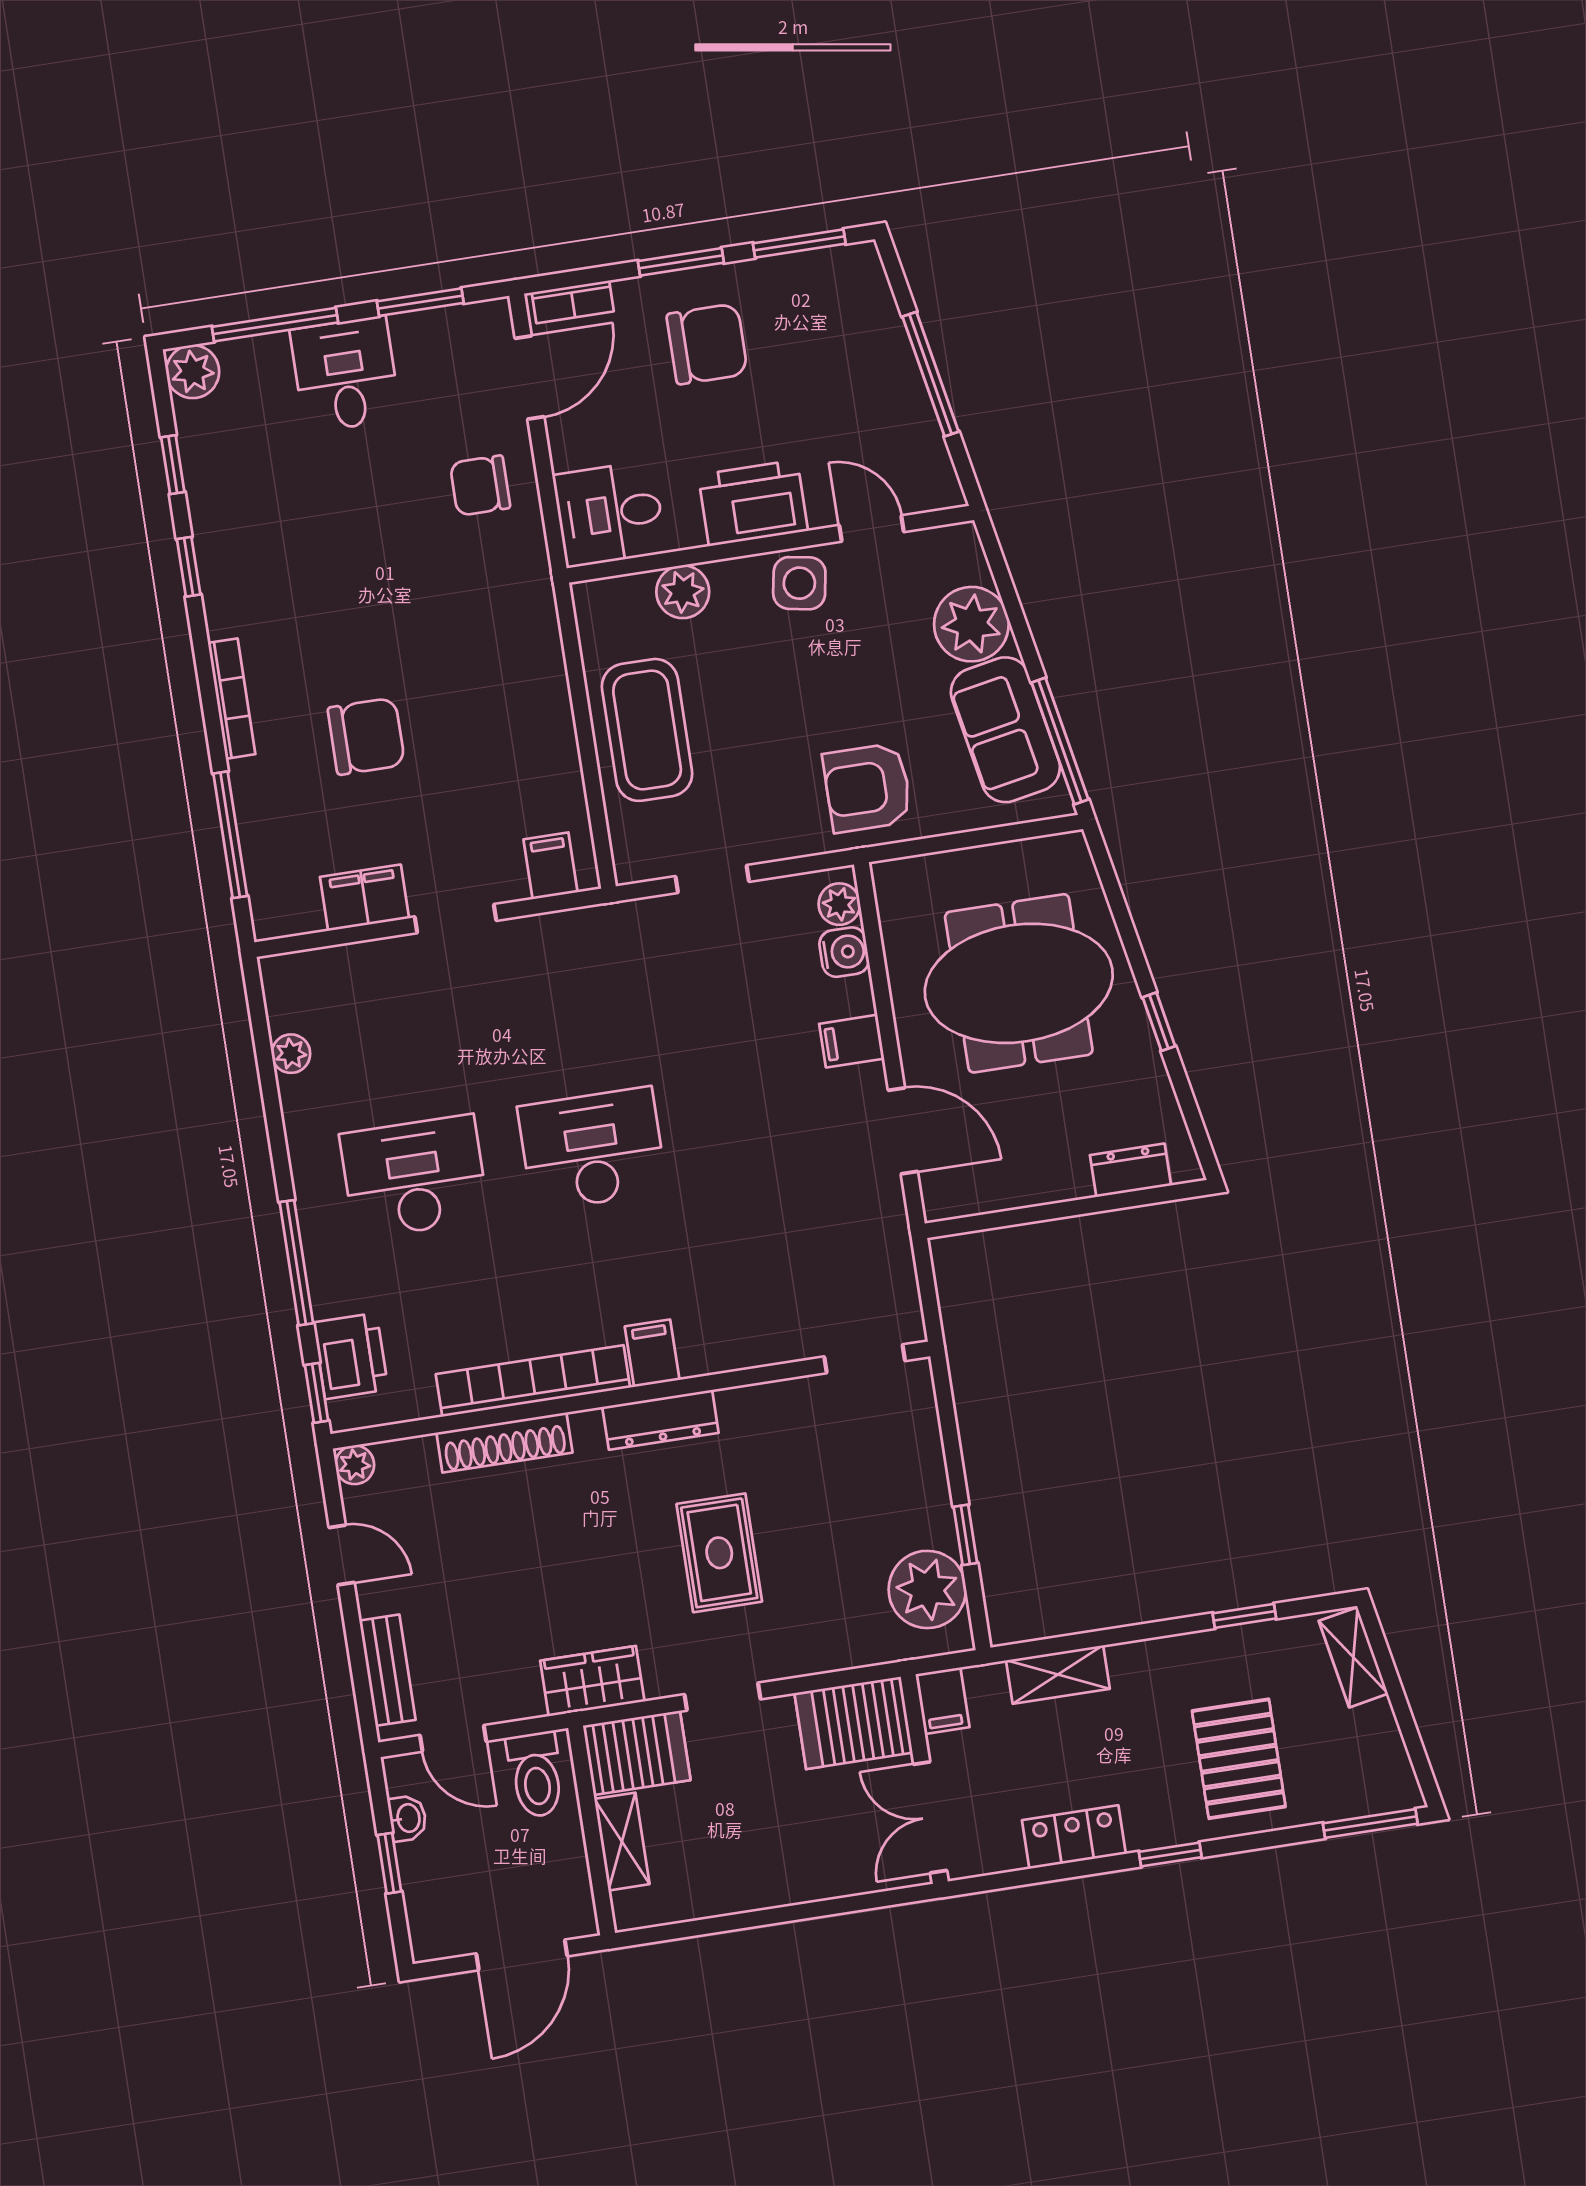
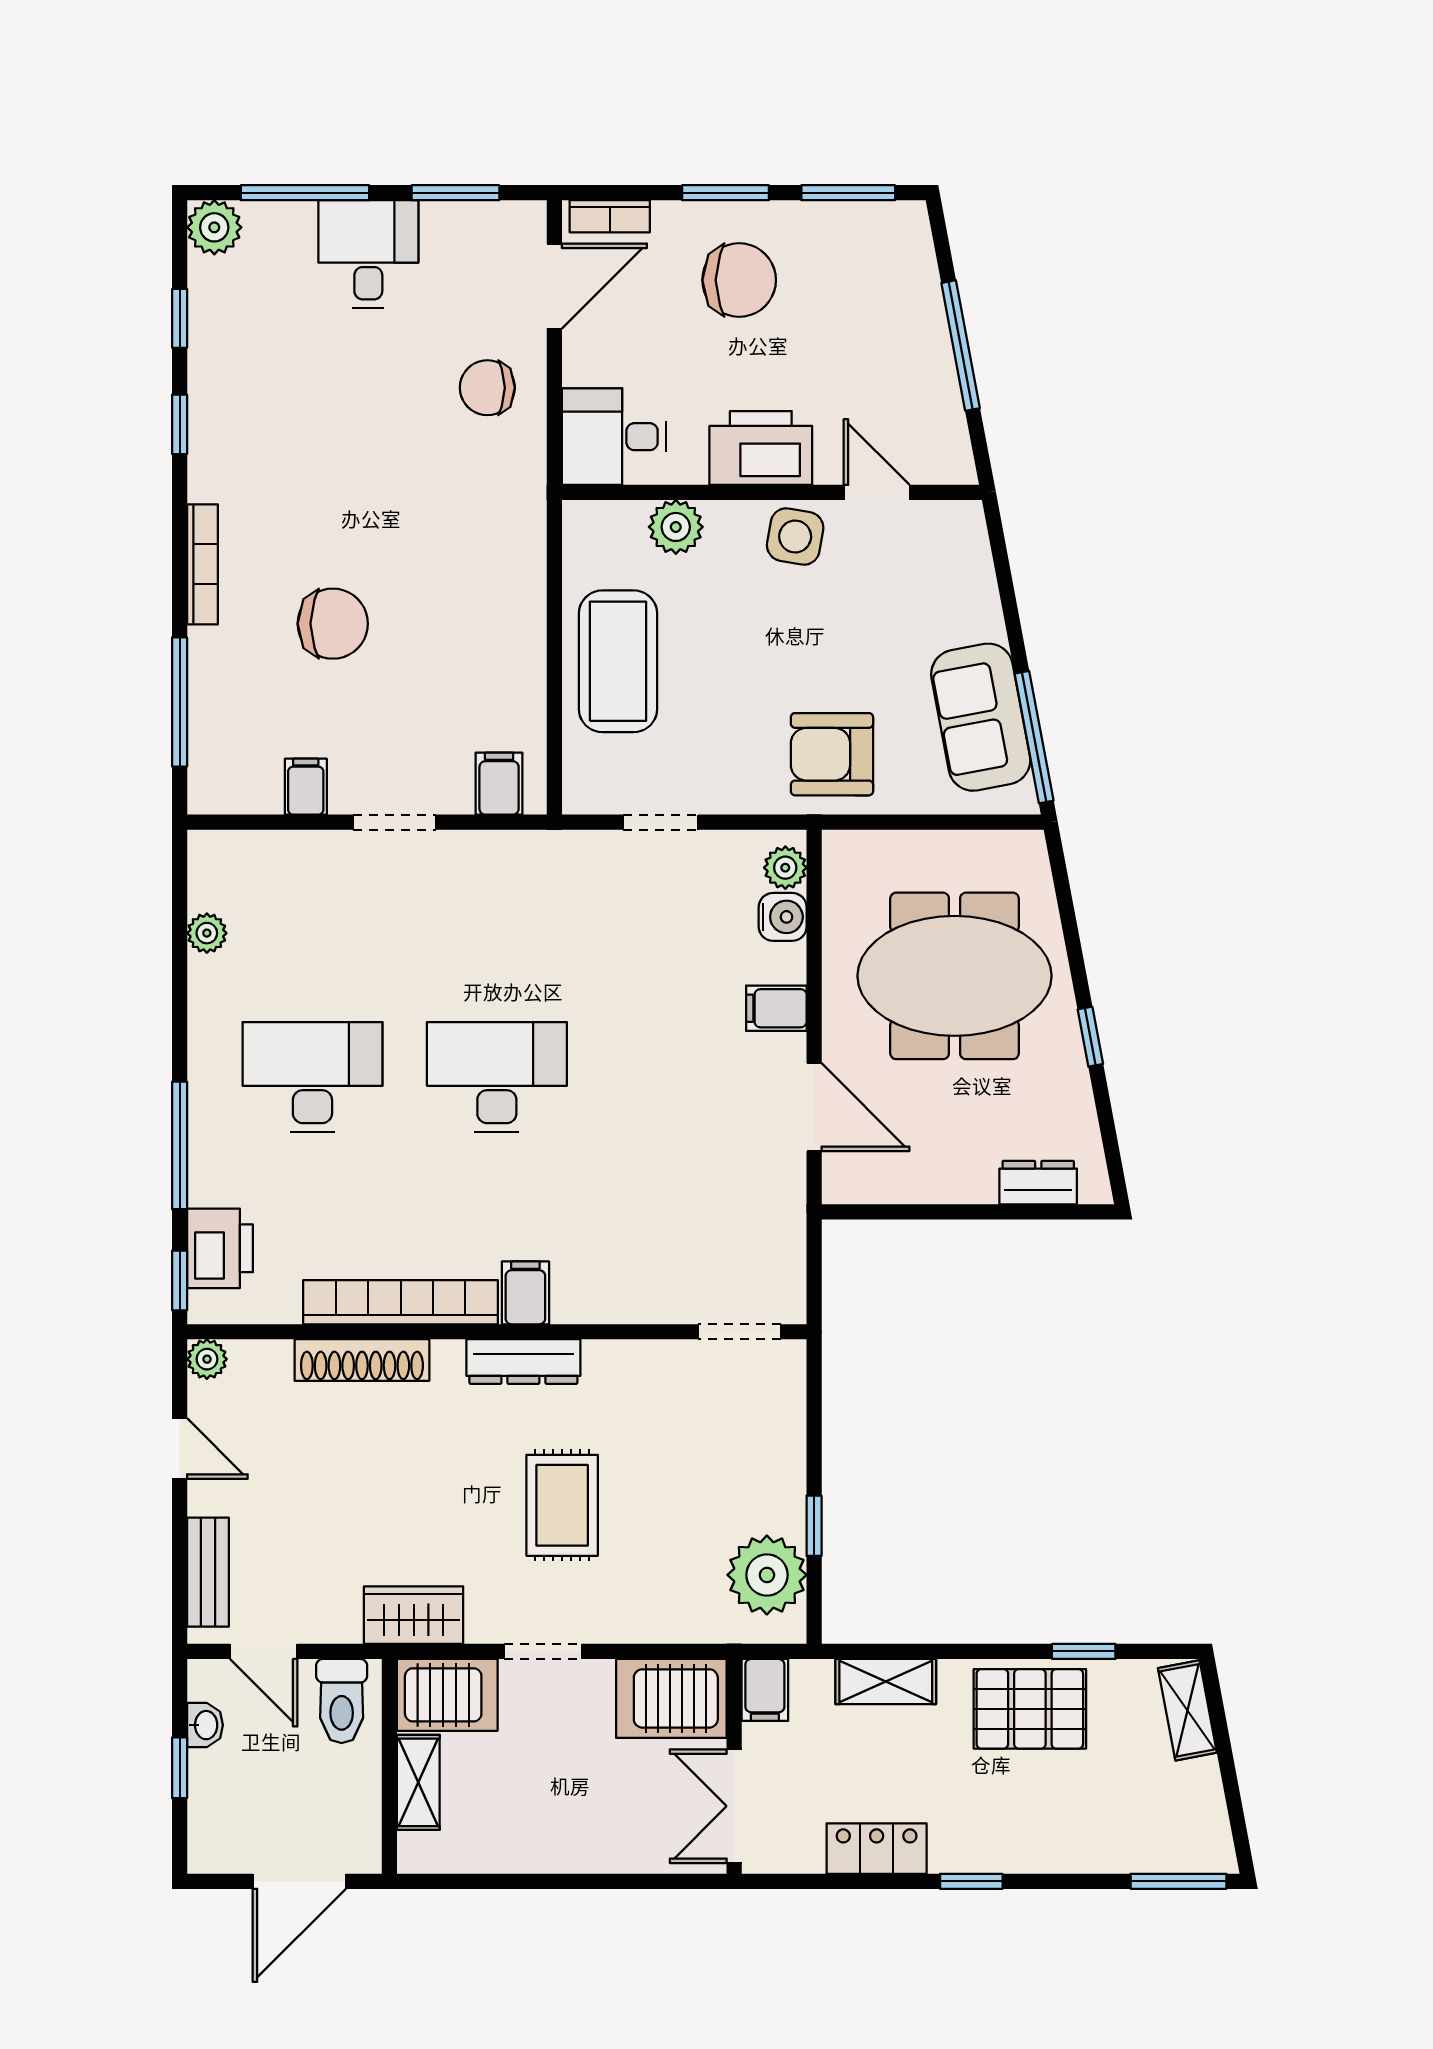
plant: (971, 624) -> (963, 605), removed
filing cabinet: (365, 898) -> (306, 787), width x0.50
pallet: (1239, 1759) -> (1030, 1709), moved, turned 90

